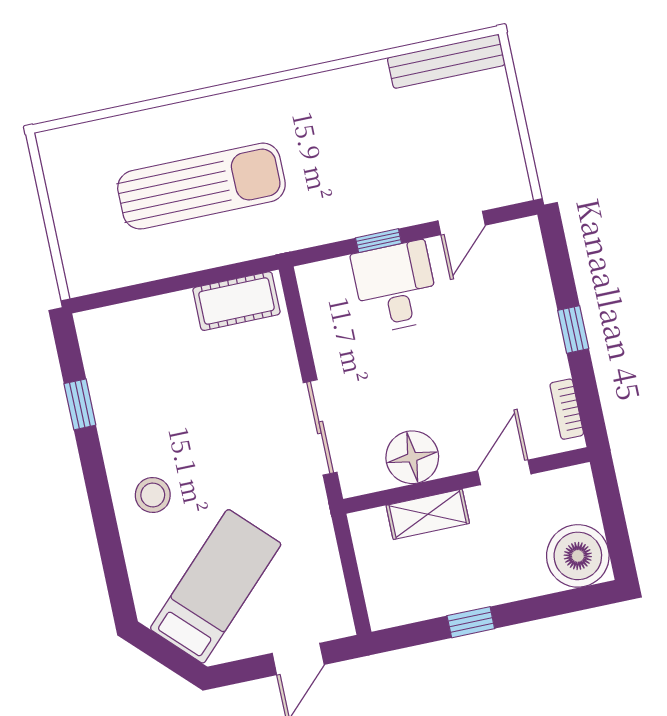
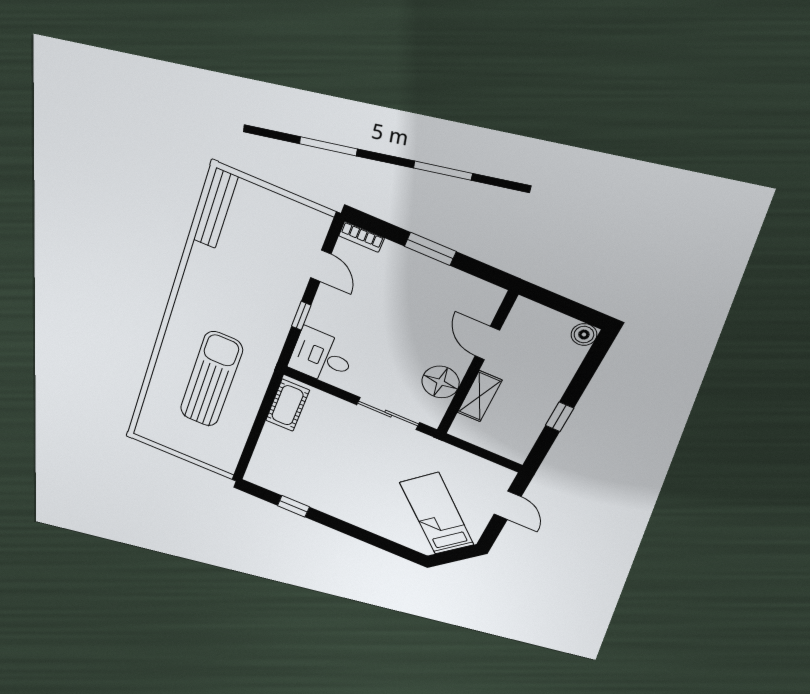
desk: (395, 287) -> (322, 357), moved
window: (573, 329) -> (430, 249), width x1.50
bookcase: (567, 409) -> (361, 237), moved
stool: (153, 495) -> (366, 508), removed
boiler: (578, 556) -> (584, 335), width x0.54, depth x0.54

